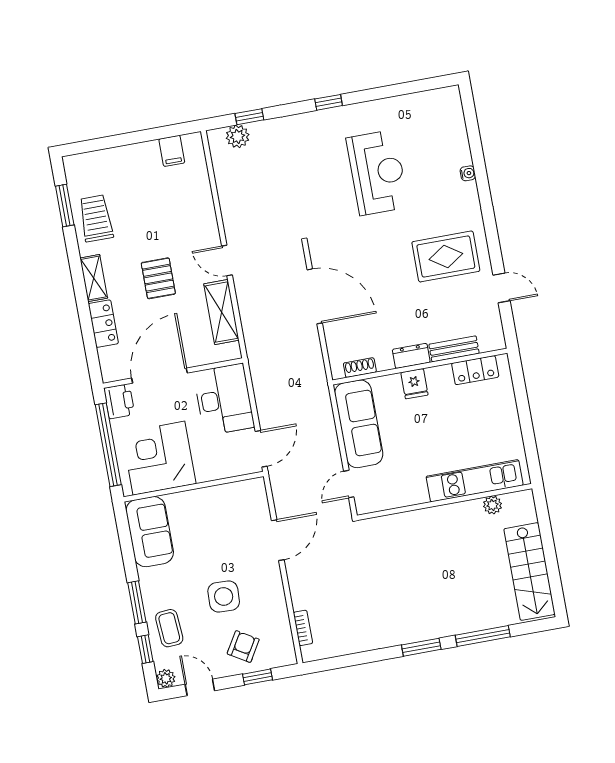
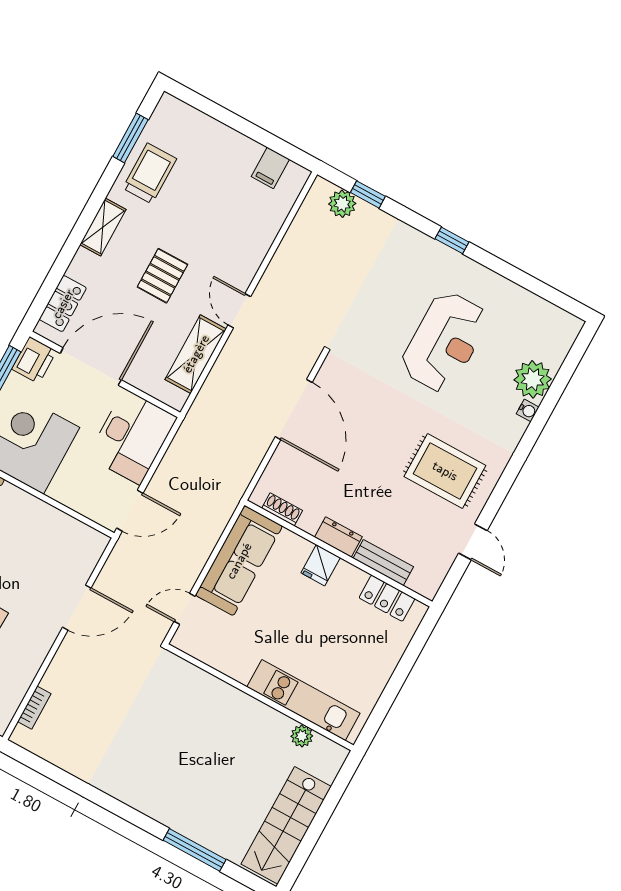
plant: (455, 150) -> (533, 379), added
locker: (103, 324) -> (63, 304), moved
window: (421, 647) -> (129, 814), removed

